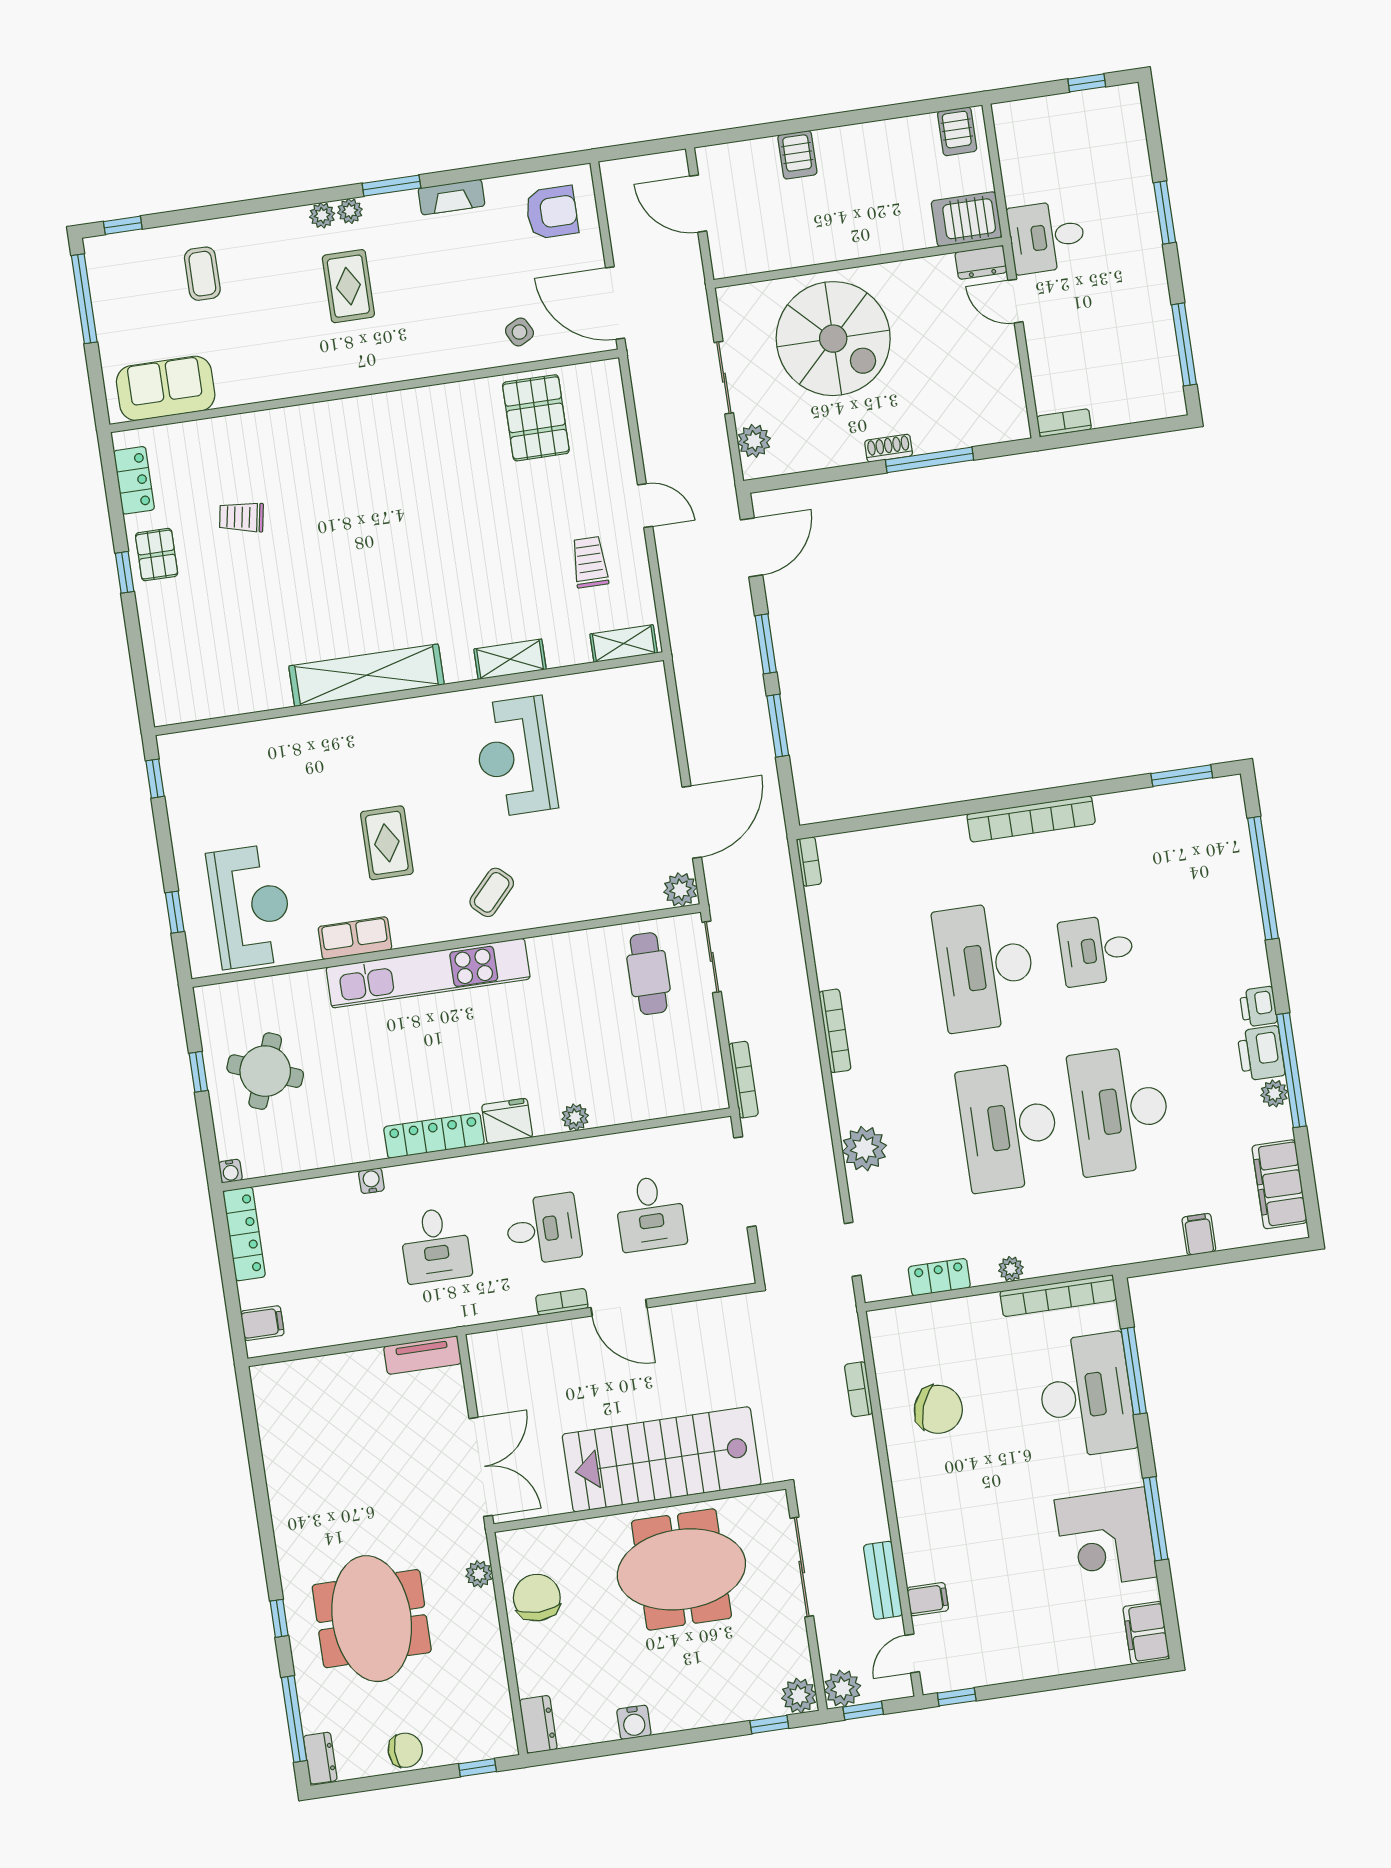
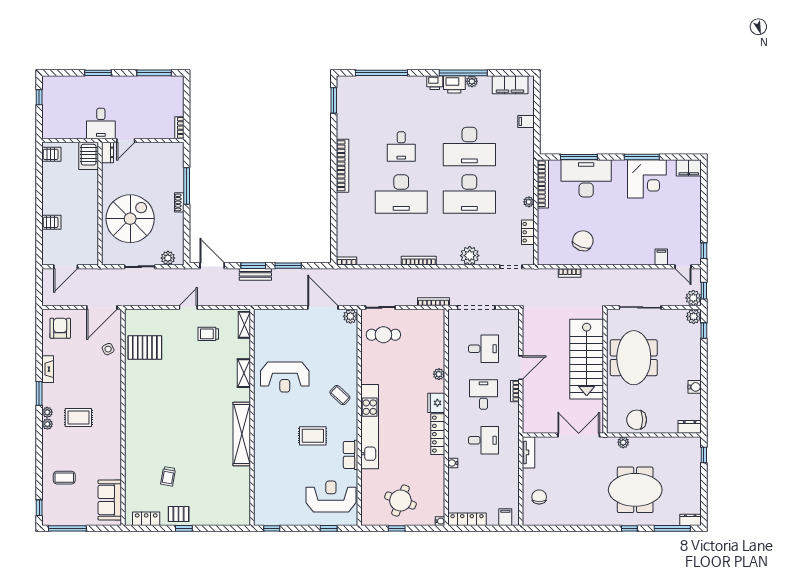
bench: (883, 1580) -> (255, 274), moved
chair: (405, 1750) -> (539, 497), moved

